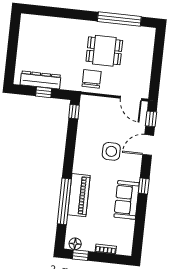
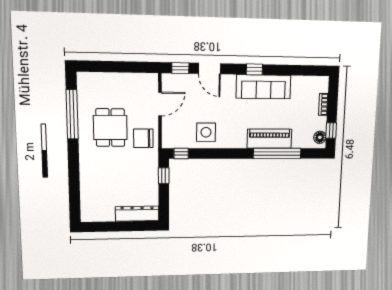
dresser: (41, 80) -> (137, 214), moved, turned 90
window: (44, 92) -> (164, 176), moved
door: (131, 98) -> (160, 104), moved
side table: (111, 151) -> (206, 132), moved
sofa: (127, 200) -> (263, 87), width x1.36

